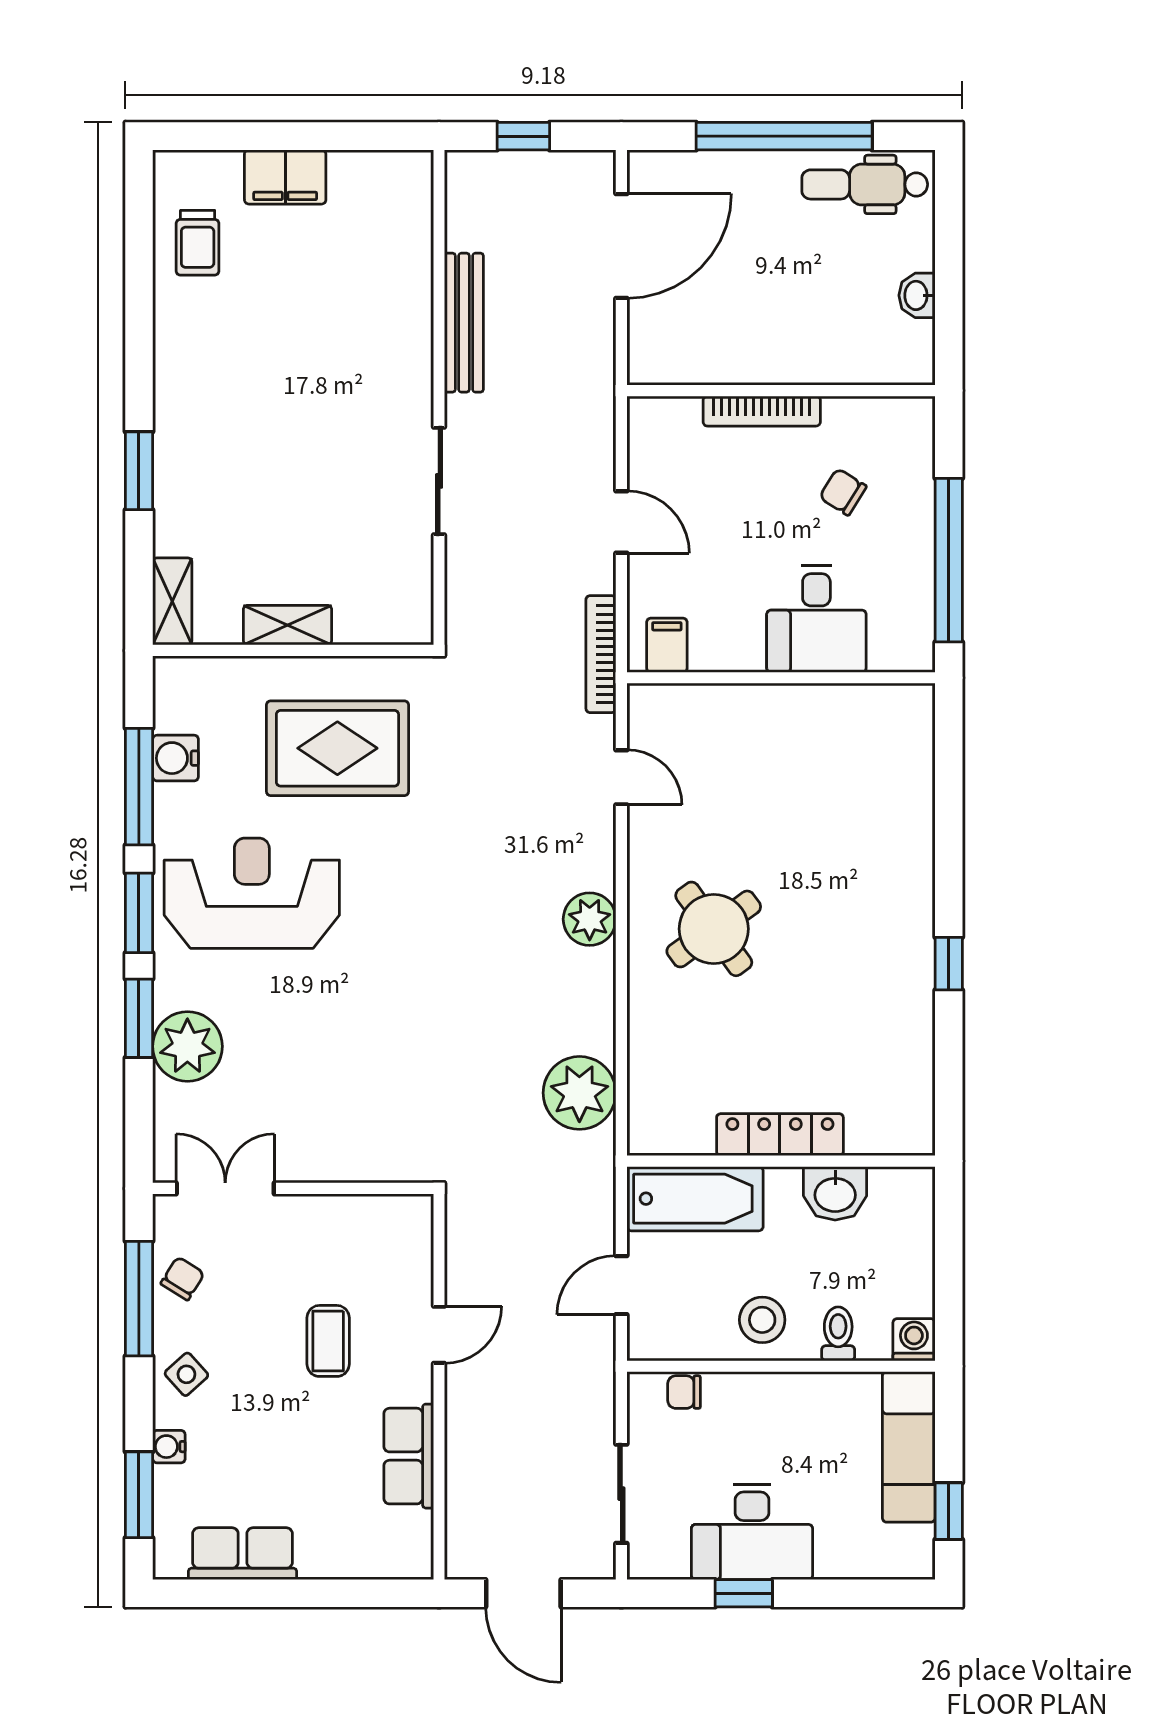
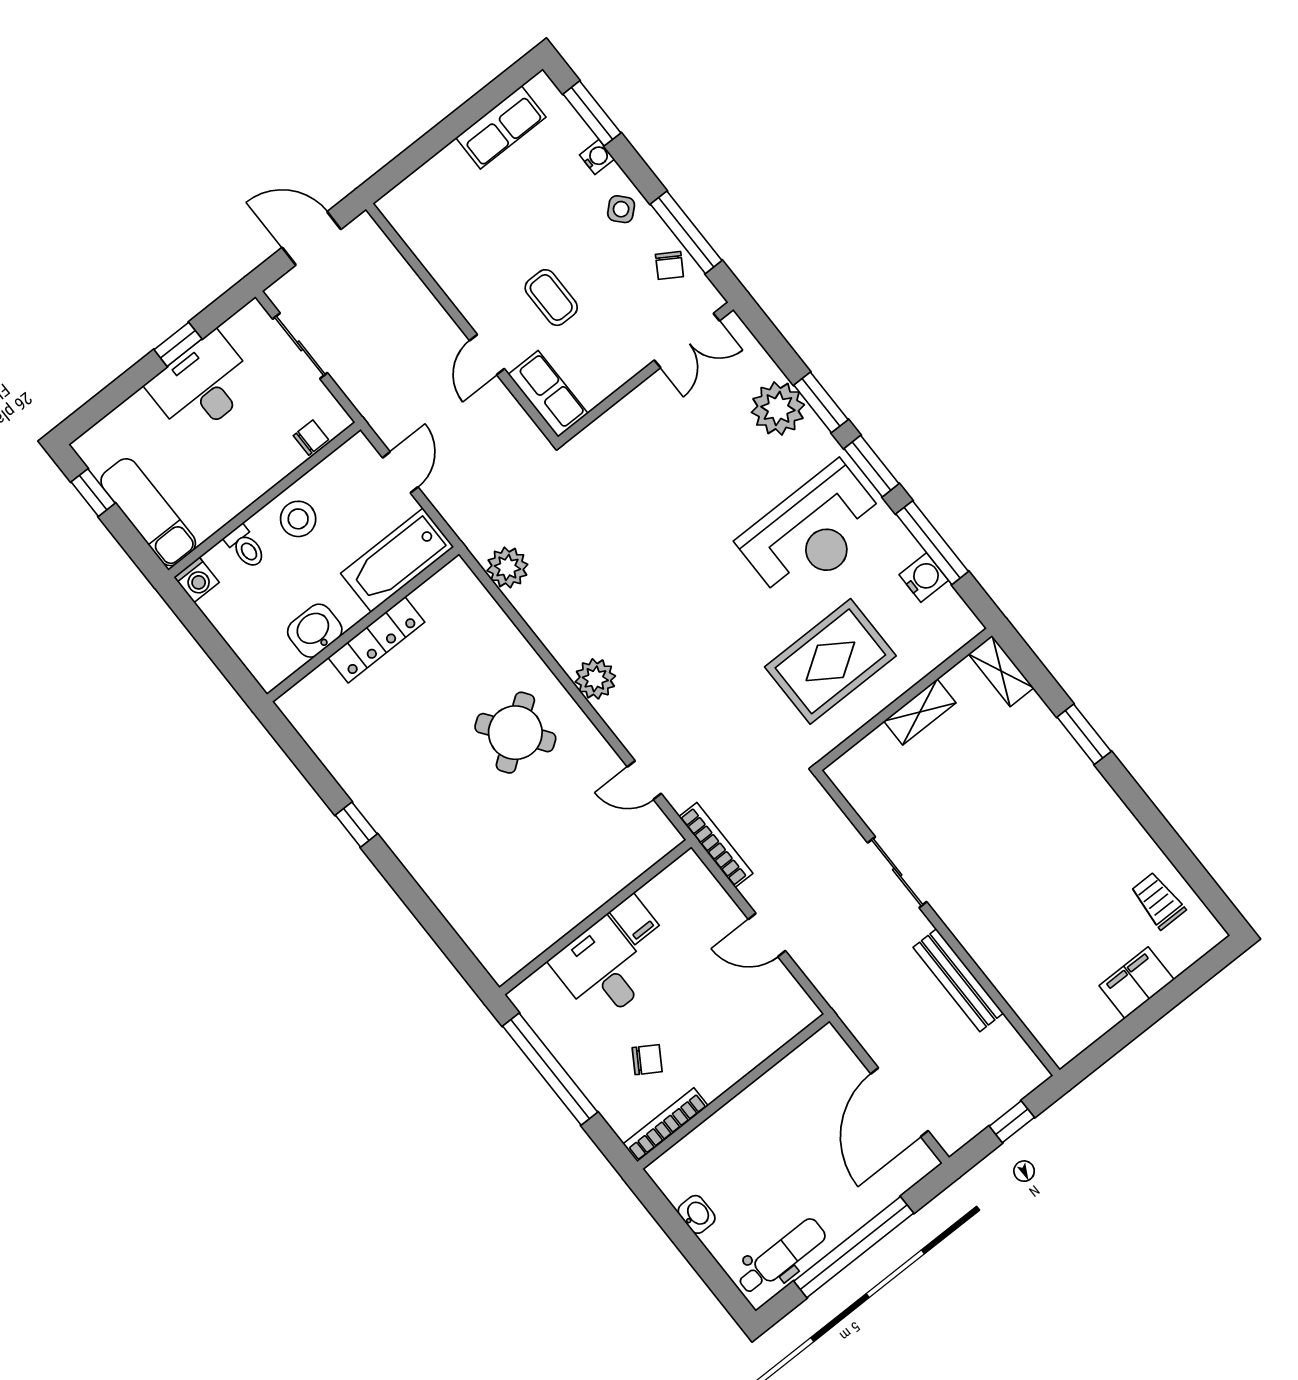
bookcase: (762, 411) -> (666, 1125), moved
filing cabinet: (667, 645) -> (634, 919), moved
plant: (579, 1093) -> (507, 567), width x0.73, depth x0.73
row of seats: (409, 1456) -> (548, 394), moved

